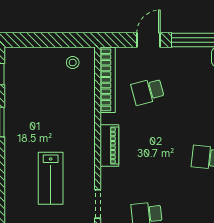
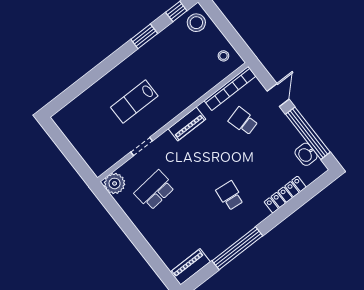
door: (148, 40) -> (278, 95), hinge flipped
stool: (22, 64) -> (196, 23), added

